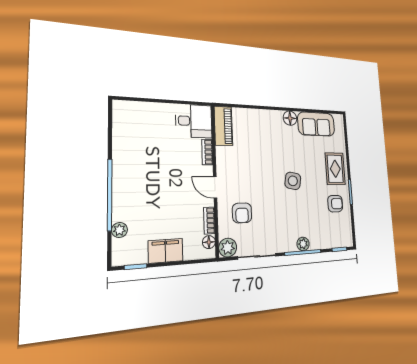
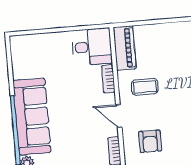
coffee table: (239, 163) -> (145, 87), added
sofa: (129, 182) -> (32, 117), added

